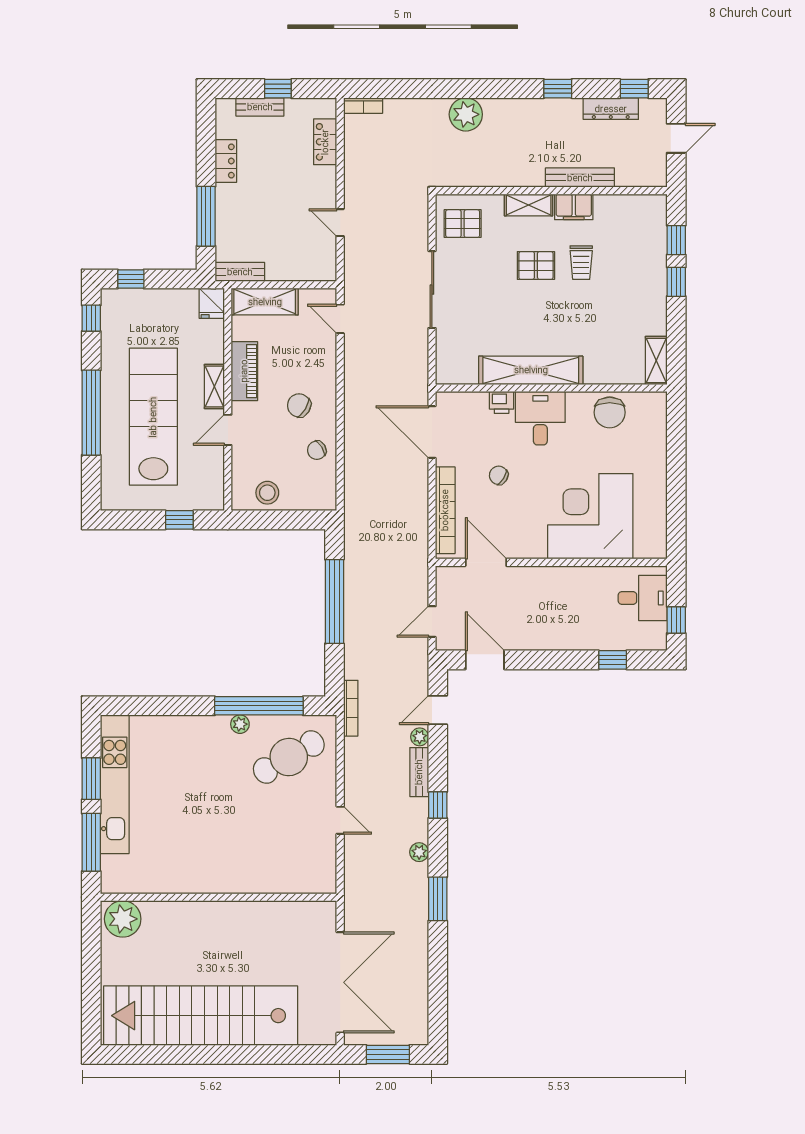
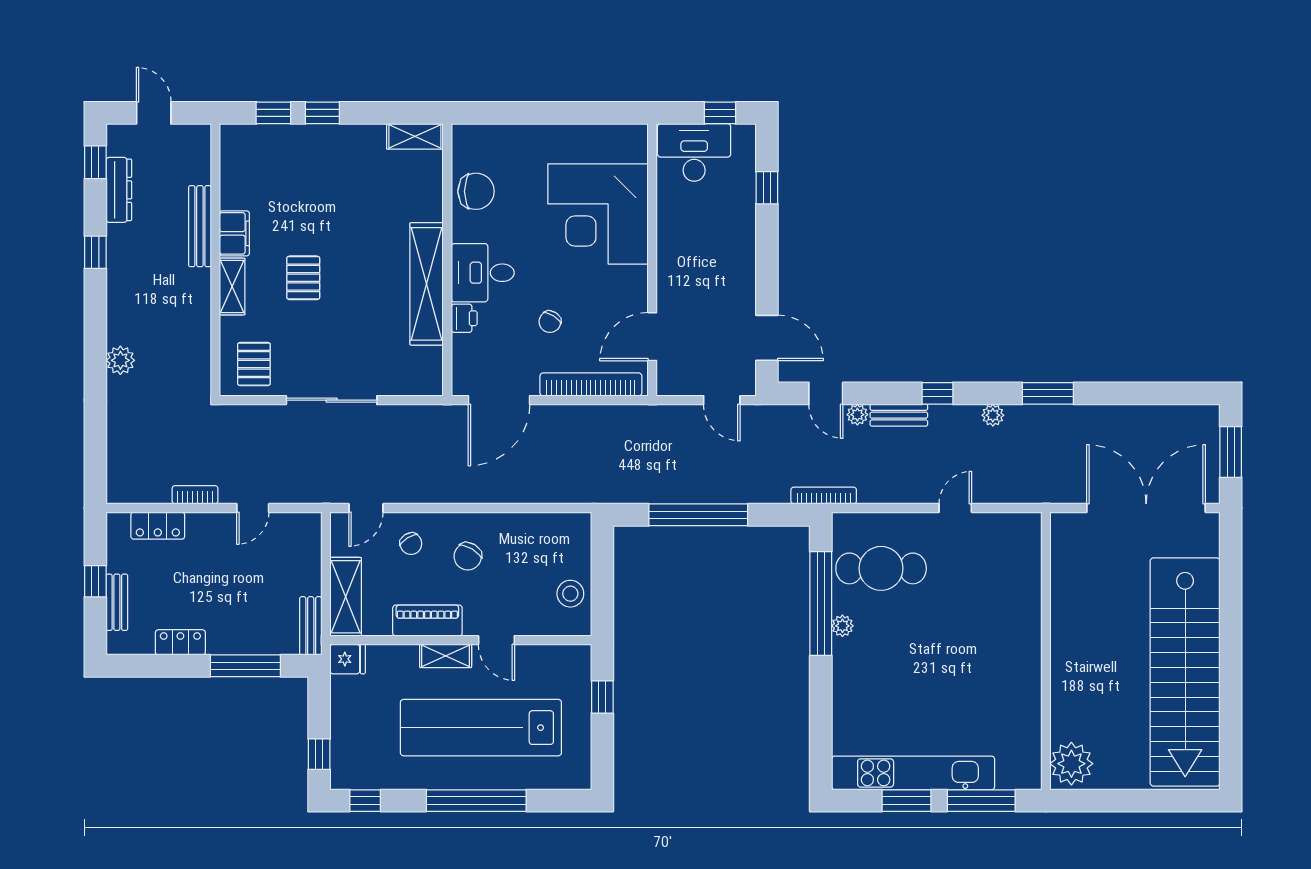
bookcase: (363, 106) -> (195, 495), moved, turned -90
plant: (466, 114) -> (120, 360), width x0.73, depth x0.73
trolley: (581, 263) -> (300, 225), removed
chair: (317, 450) -> (411, 544), moved
desk: (643, 598) -> (694, 152), width x1.37
door: (485, 660) -> (767, 338), swing flipped
cafe table: (289, 757) -> (881, 568), turned -60

